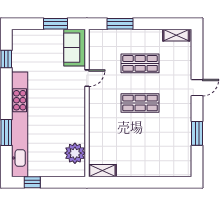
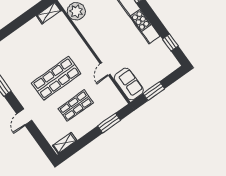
shop shelf: (140, 103) -> (56, 78), width x1.43, depth x1.36

